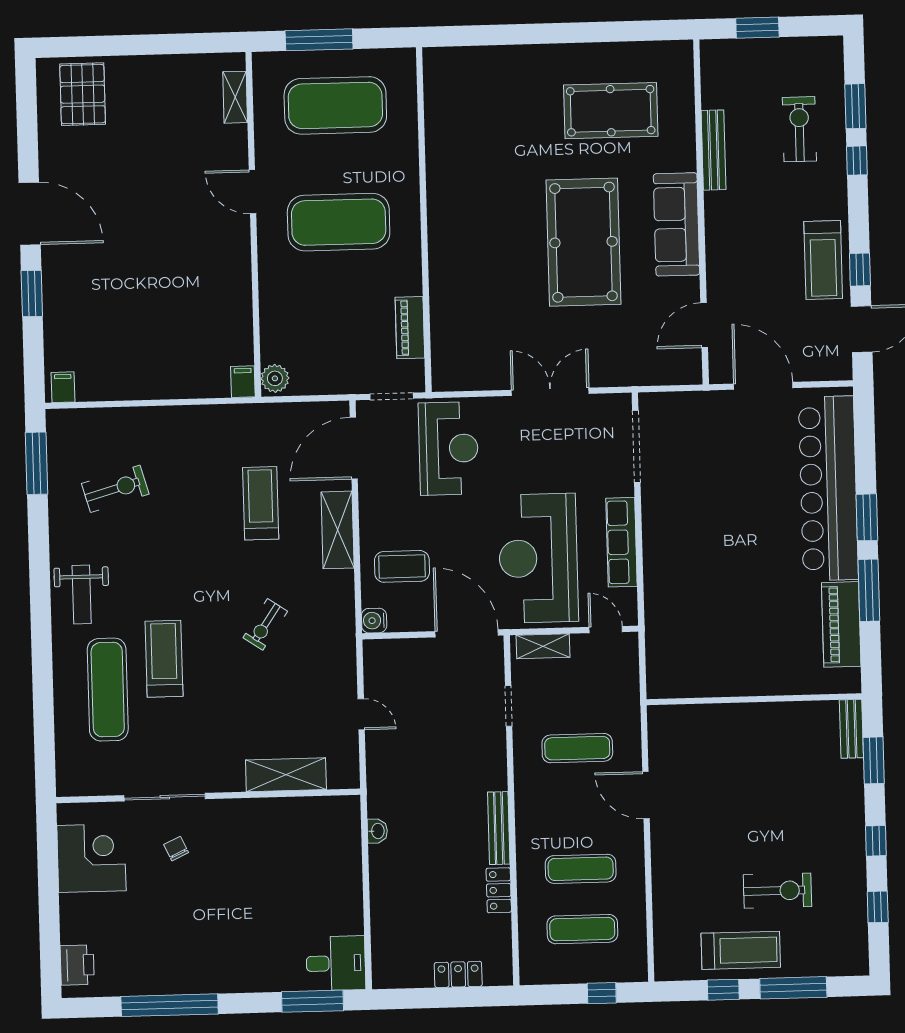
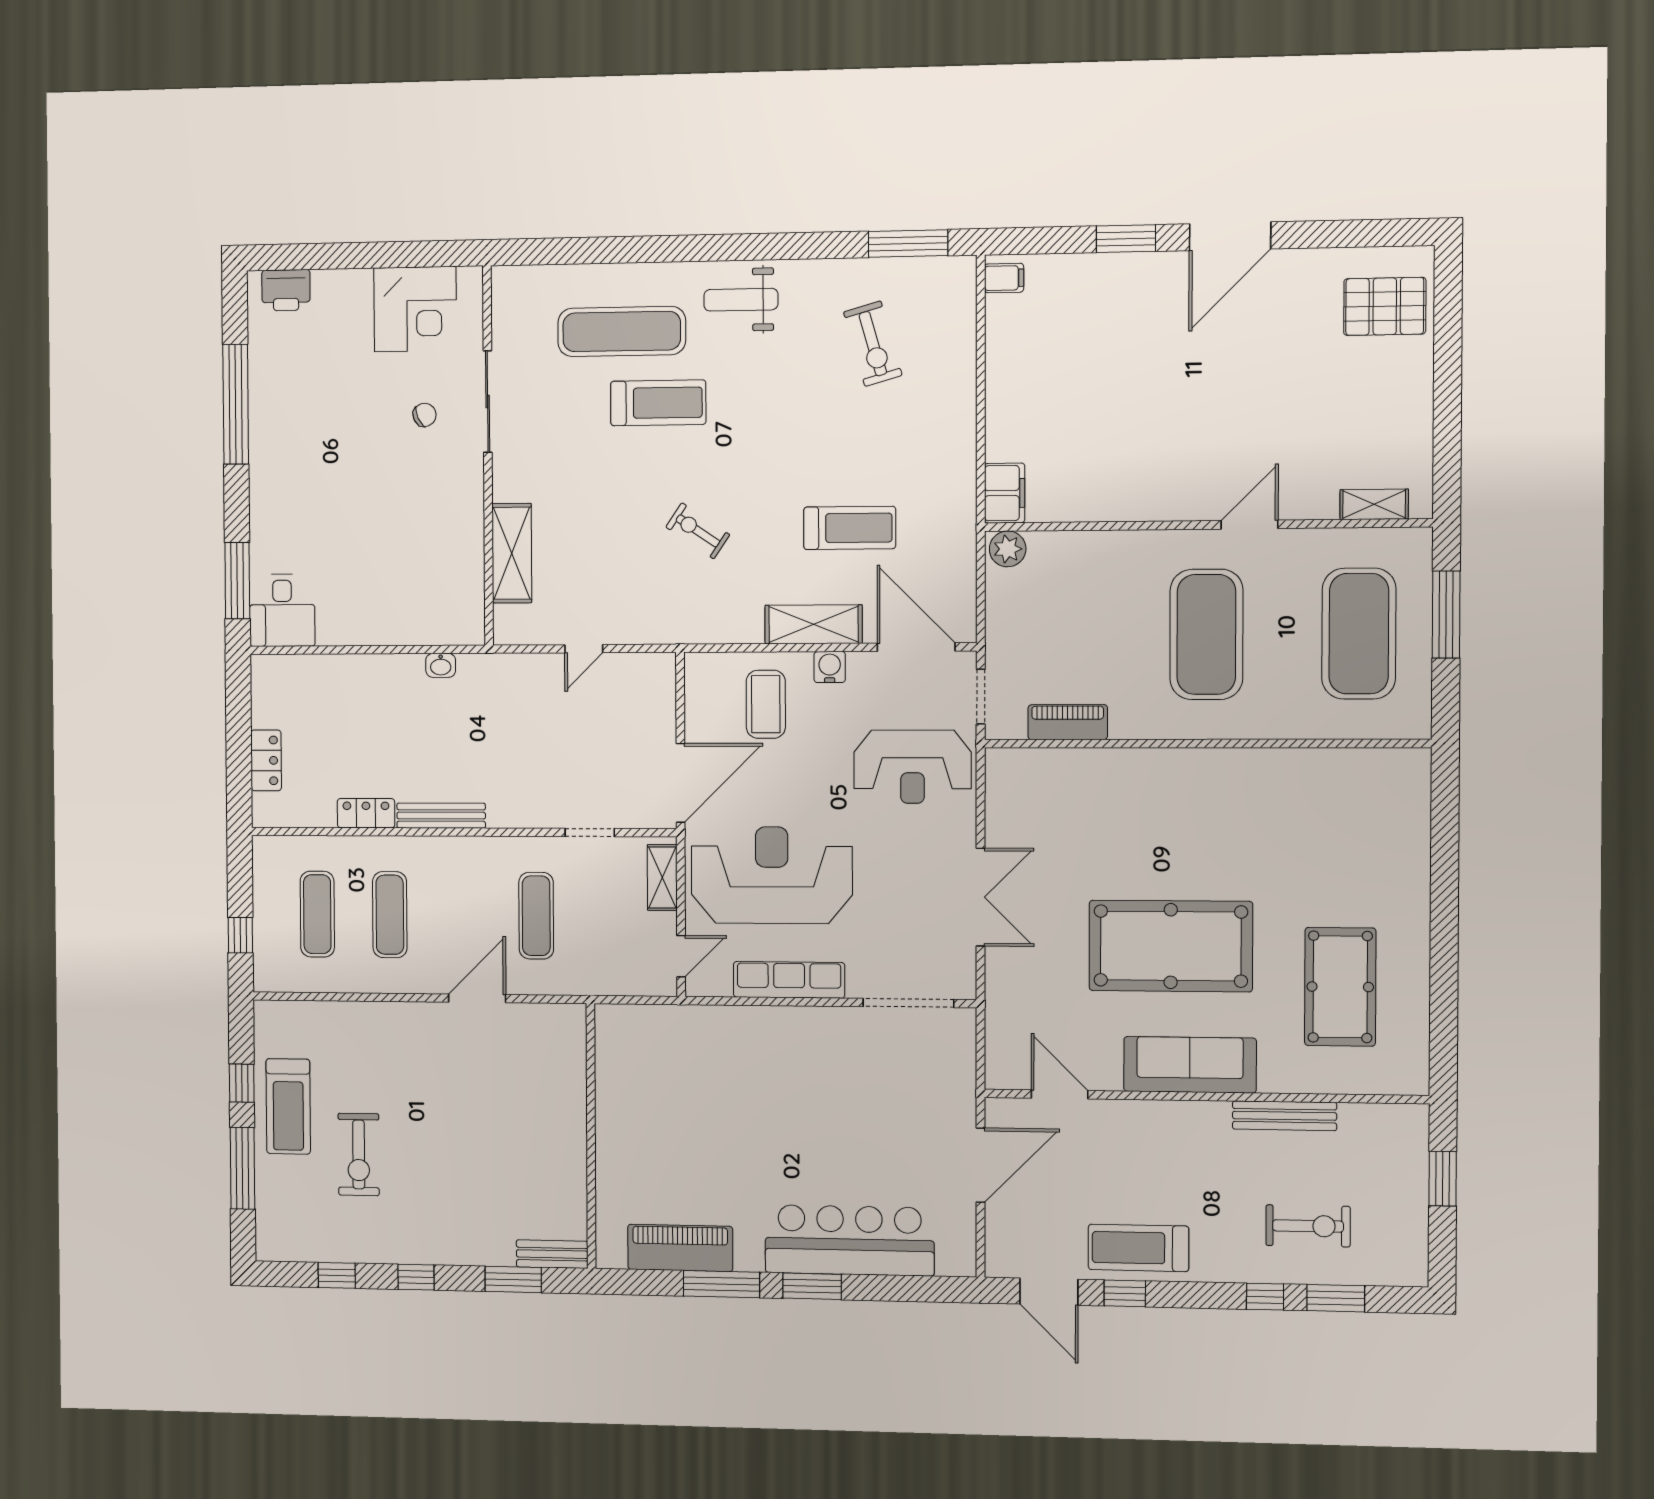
filing cabinet: (243, 382) -> (1005, 493), width x2.00
bar counter: (828, 488) -> (850, 1240), width x0.73
water cooler: (374, 621) -> (830, 667), moved

